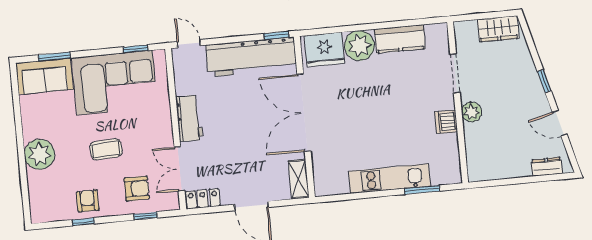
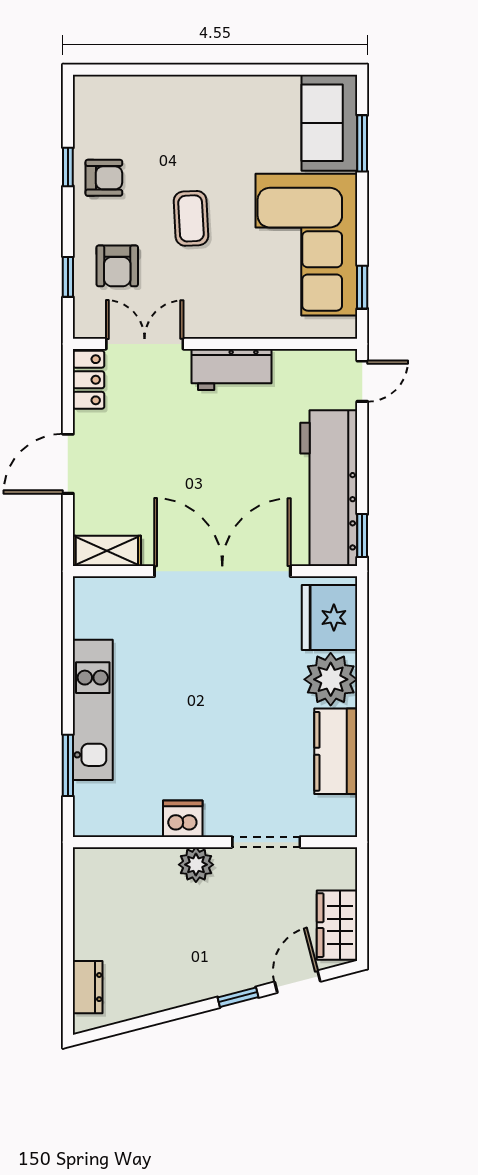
door: (560, 123) -> (297, 982), moved
plant: (40, 154) -> (193, 101), removed

